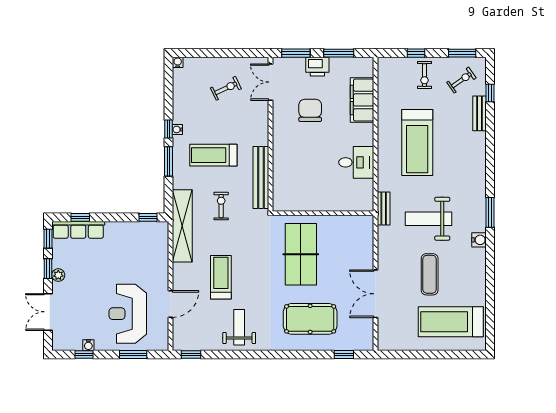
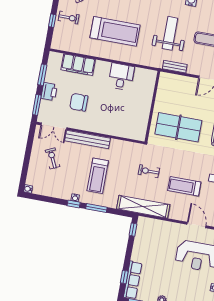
bench: (261, 177) -> (87, 139), moved
exercise bike: (221, 206) -> (149, 171), moved
bench: (384, 209) -> (175, 67), moved
weight bench: (428, 219) -> (170, 33), turned 180

